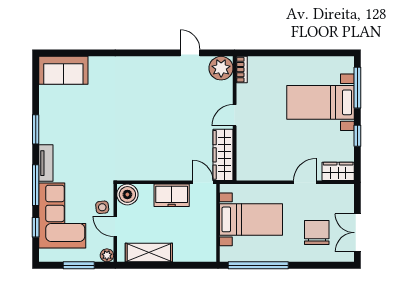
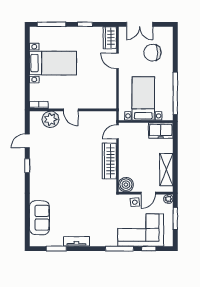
window: (155, 53) -> (27, 166), added
plant: (221, 68) -> (50, 119), moved
sofa: (63, 70) -> (39, 218), moved
bed with nightstands: (320, 102) -> (53, 63), moved, turned -90
window: (36, 129) -> (56, 249), moved
wardrobe: (223, 155) -> (109, 161), moved, turned 90
tv unit: (46, 163) -> (76, 241), moved
freezer: (172, 195) -> (161, 131), moved, turned 90
double door: (357, 233) -> (140, 24), moved

